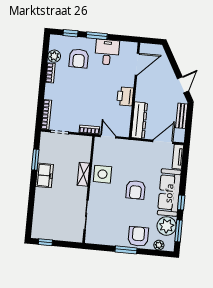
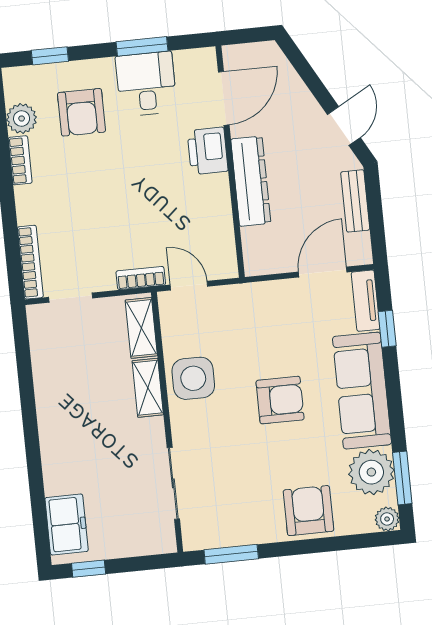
window: (97, 36) -> (142, 46), moved
printer: (125, 96) -> (208, 151), moved
dresser: (139, 120) -> (251, 181), moved
shelving: (86, 150) -> (141, 328), added
window: (35, 160) -> (25, 375), removed
freezer: (44, 175) -> (67, 524), moved
armchair: (136, 190) -> (280, 400), turned -90
window: (181, 203) -> (387, 329), moved
plant: (159, 245) -> (387, 519), moved
window: (126, 250) -> (231, 554), moved

